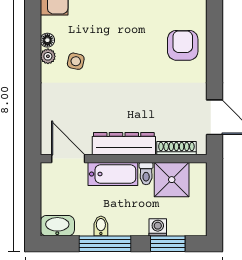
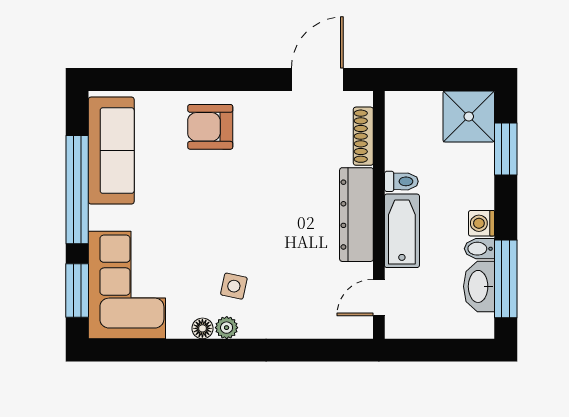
door: (68, 159) -> (379, 298), width x0.73
shower: (172, 180) -> (469, 116), moved
washbasin: (57, 226) -> (479, 286), moved
washing machine: (158, 227) -> (481, 223), moved
window: (105, 244) -> (506, 279), moved

